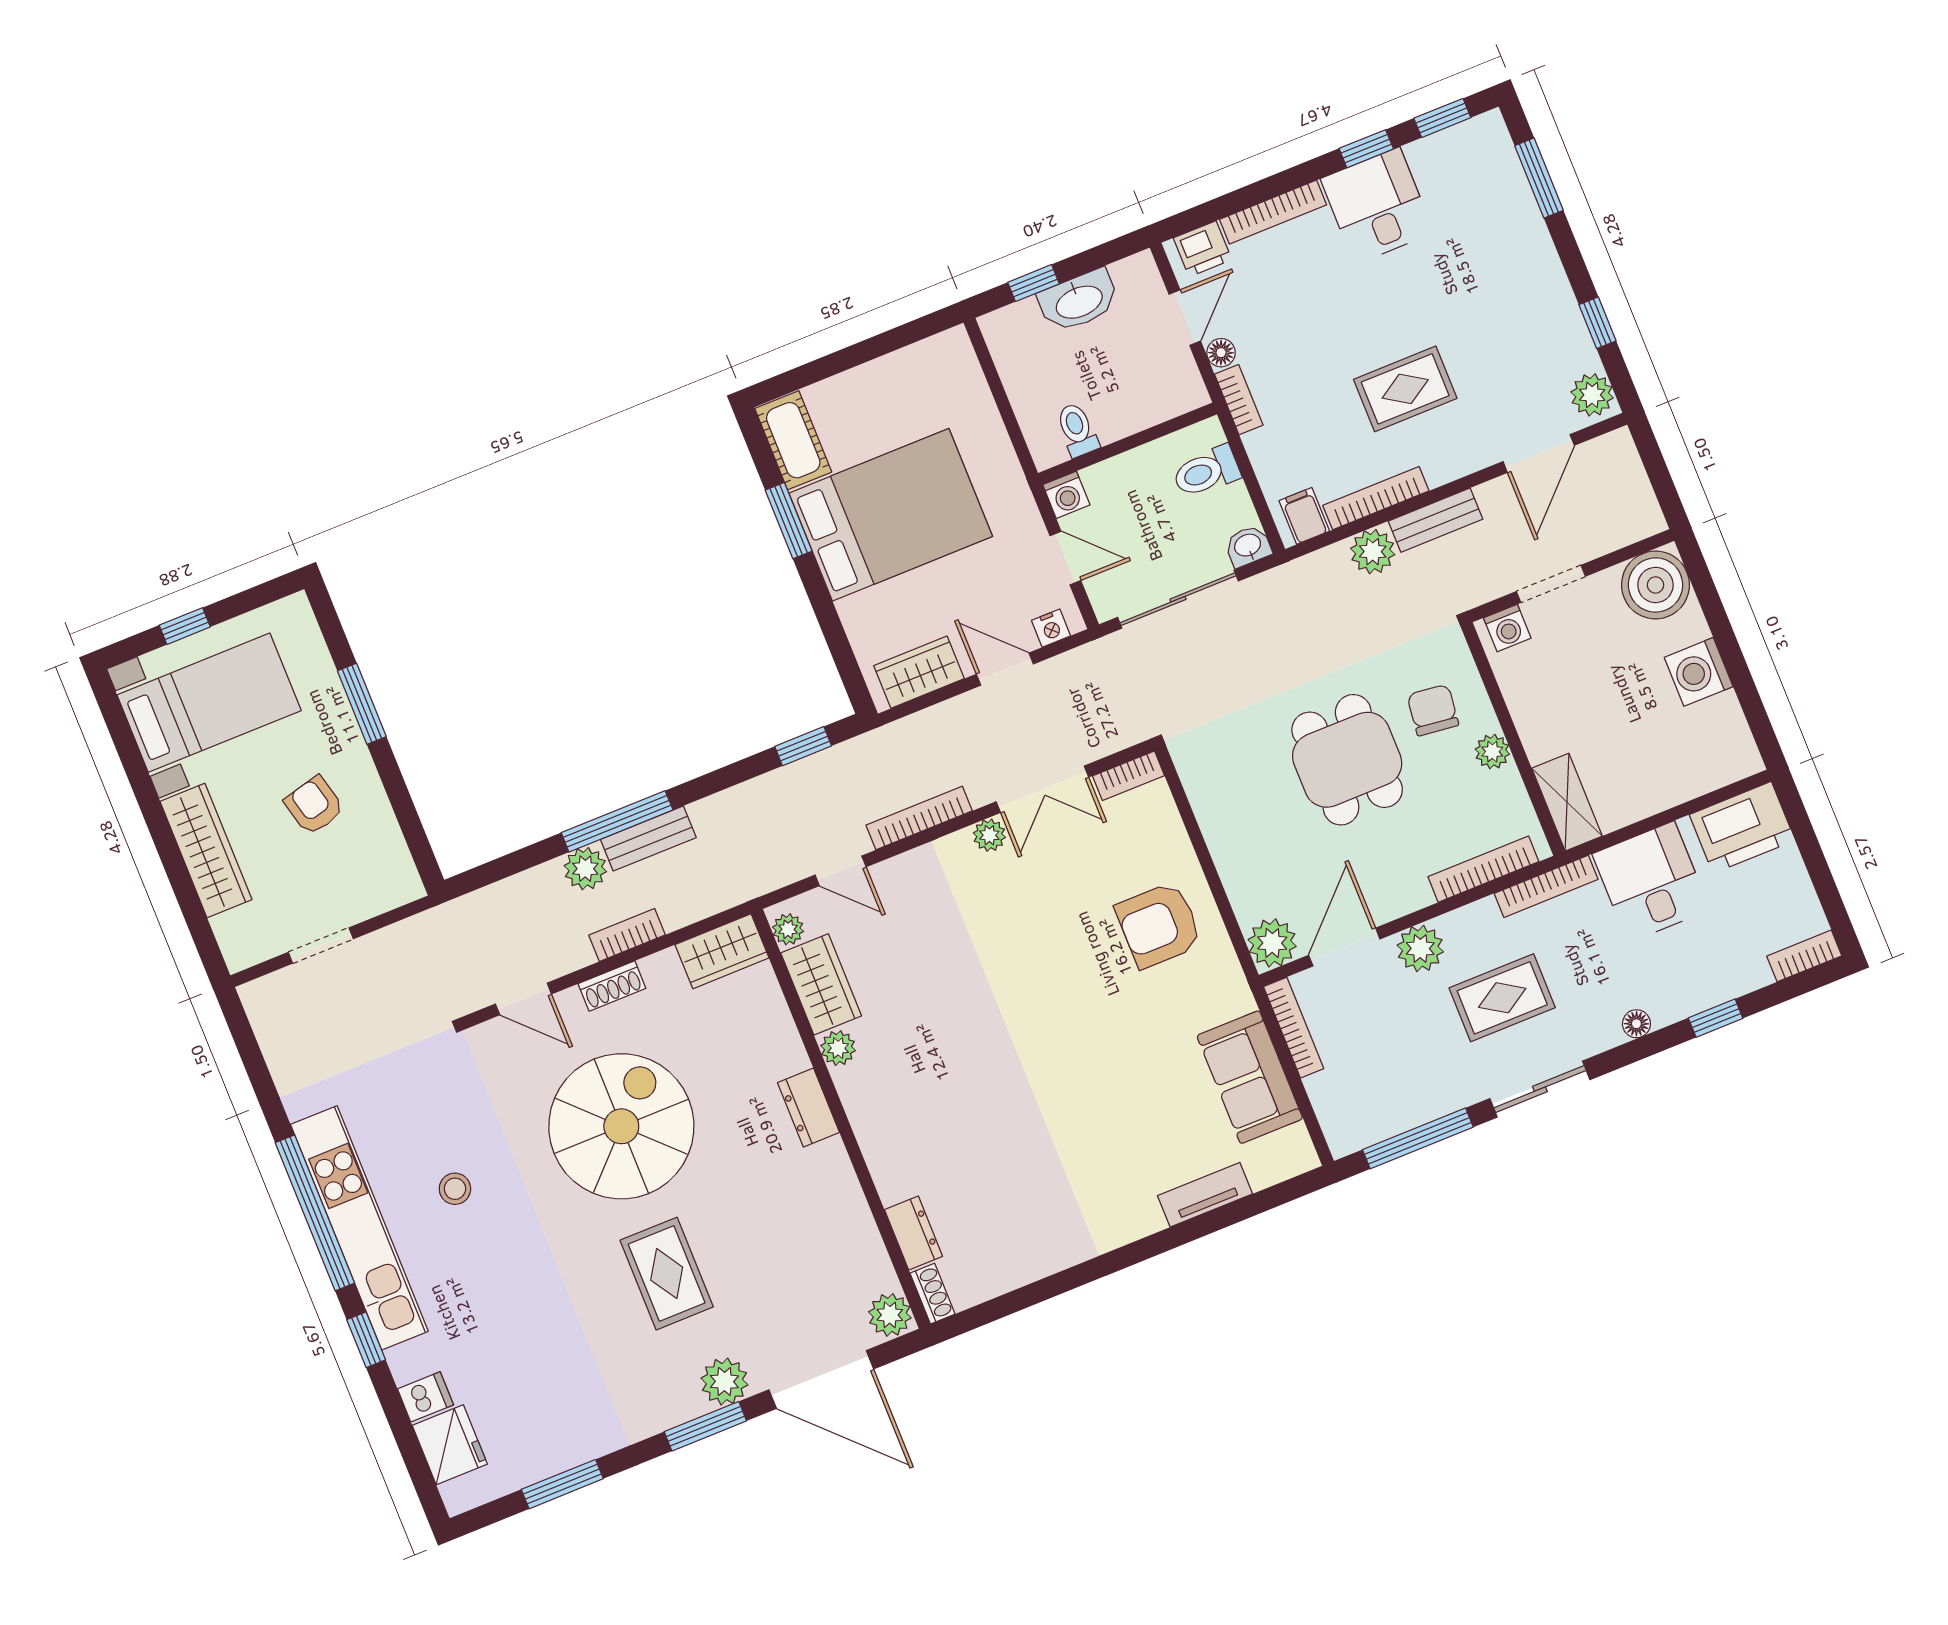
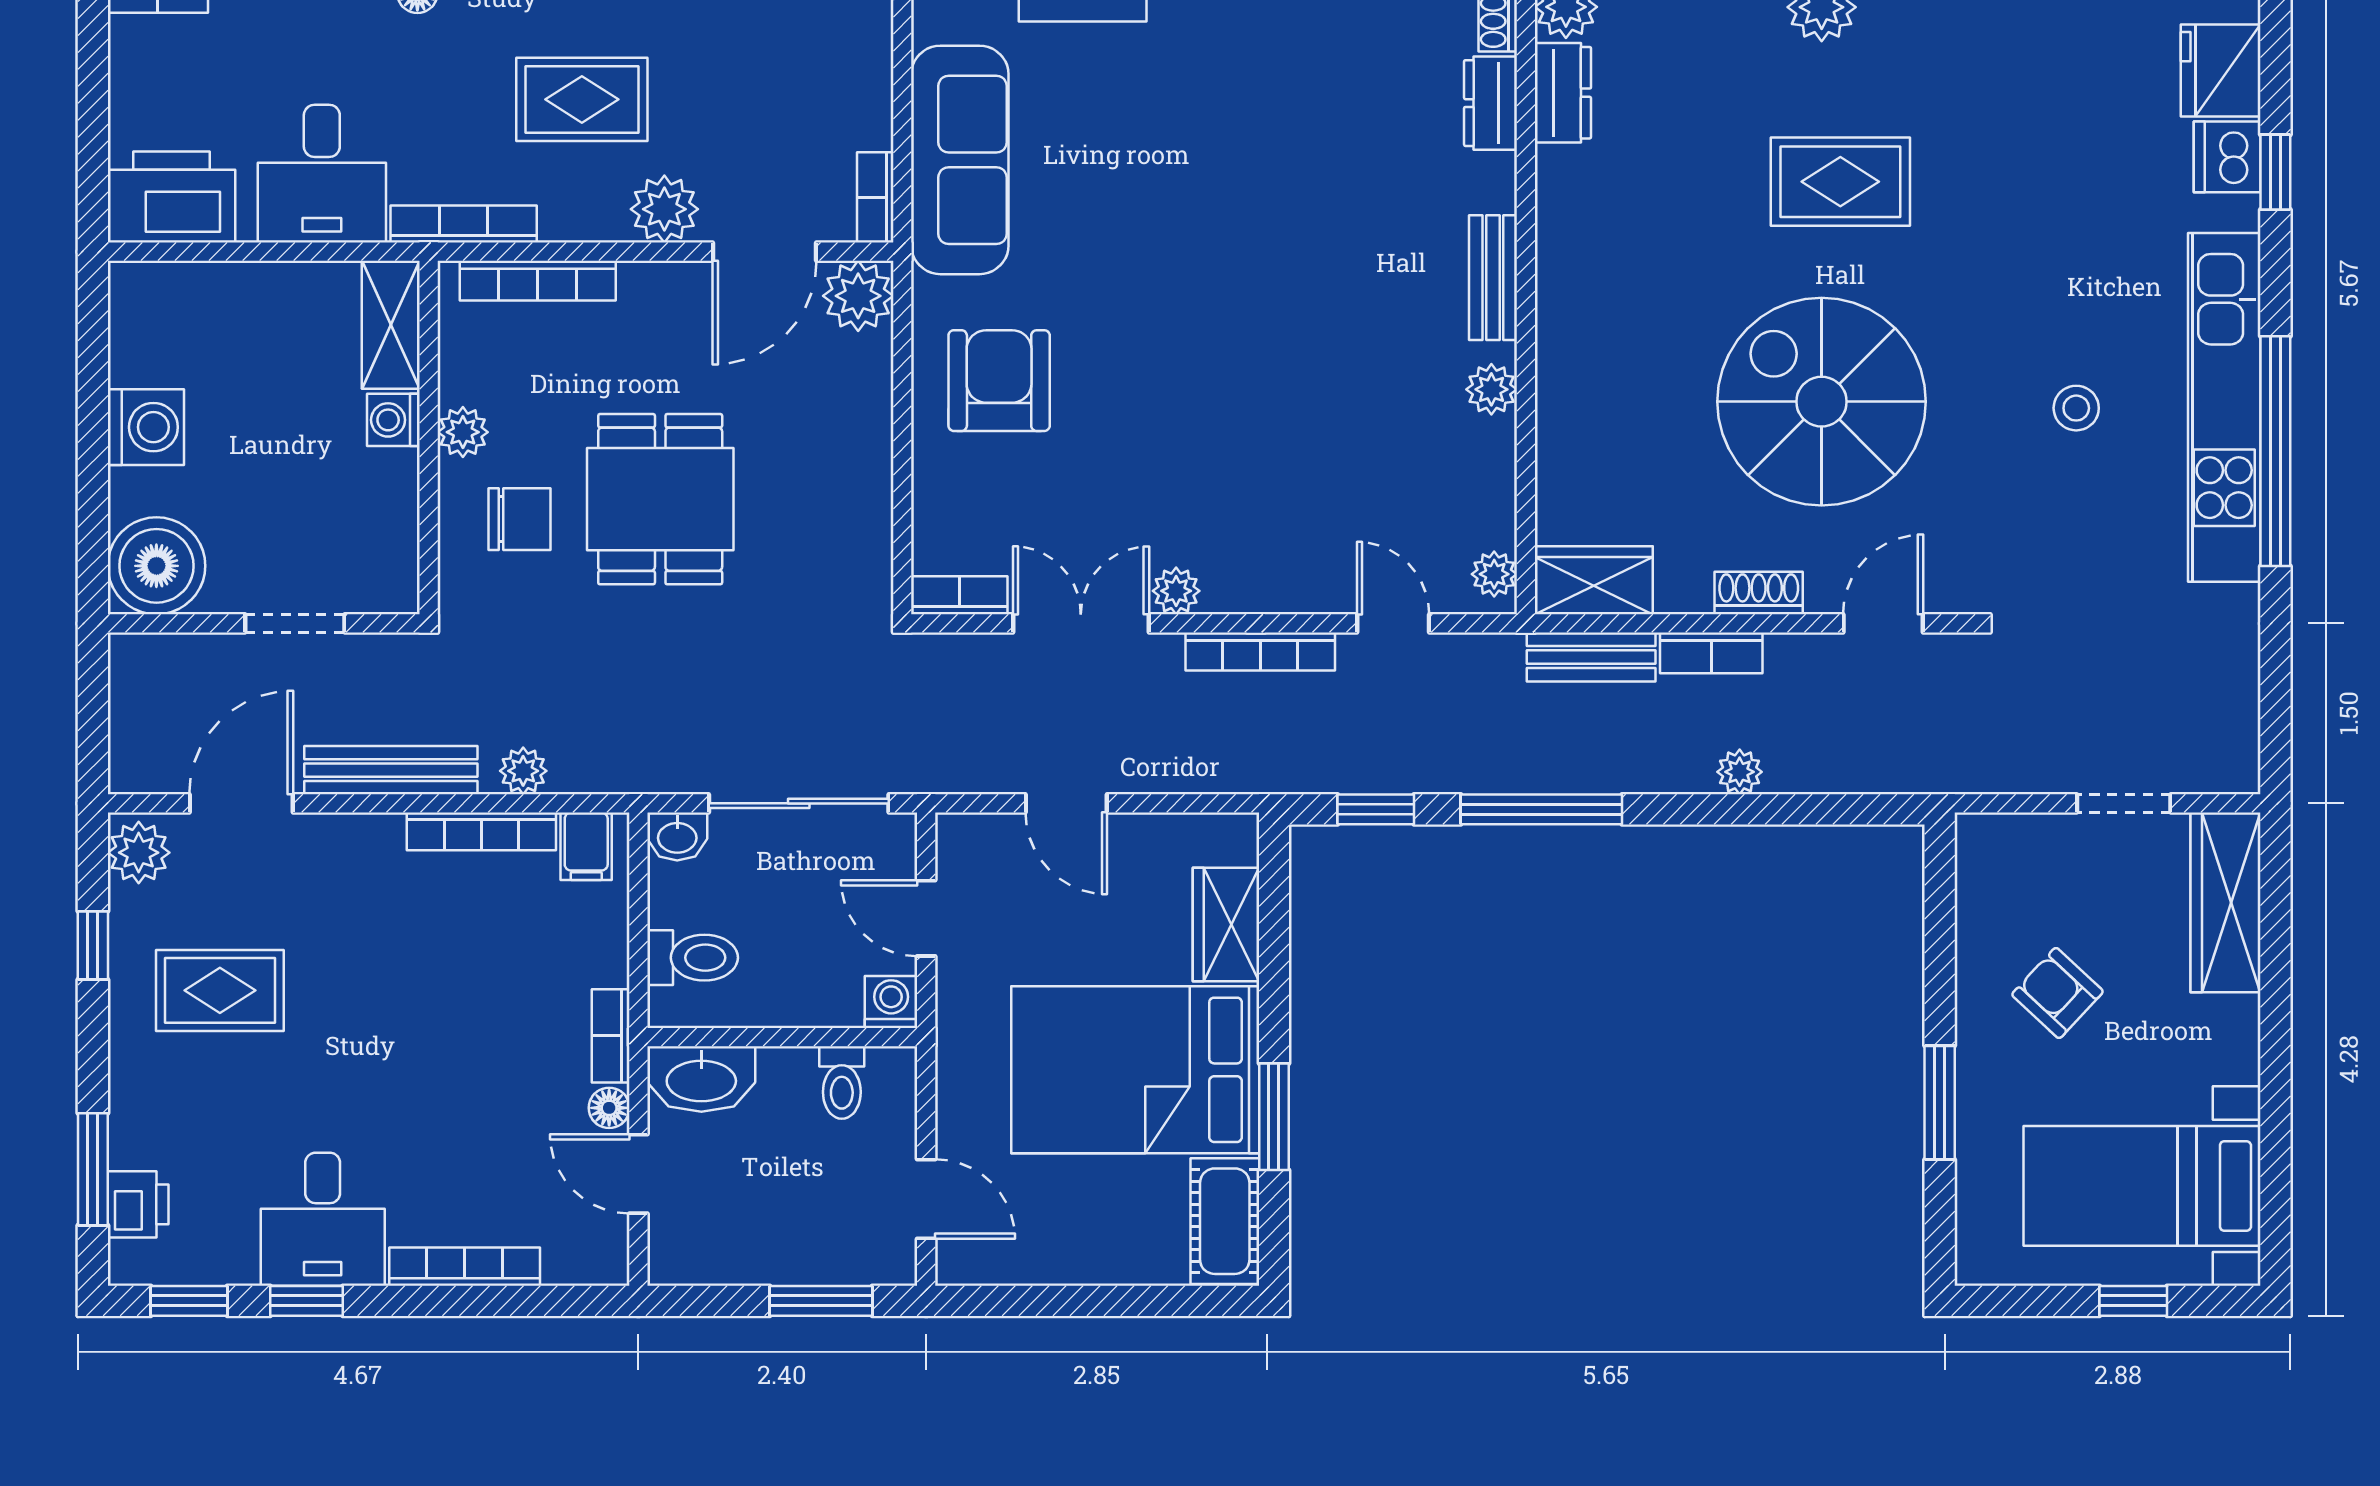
printer: (1203, 249) -> (138, 1204), moved, turned 90
window: (1033, 283) -> (821, 1301), width x1.50
washbasin: (1079, 301) -> (701, 1079), moved, turned 180
door: (1185, 318) -> (638, 1174), hinge flipped
door: (992, 377) -> (926, 1199), added
rug: (1405, 389) -> (220, 990), moved
bench: (1436, 520) -> (391, 770), width x1.36
plant: (1373, 552) -> (523, 771), width x0.73, depth x0.73
nightstand: (1051, 628) -> (983, 833), removed
washing machine: (1507, 628) -> (393, 420), moved, turned -90
wardrobe: (919, 672) -> (1226, 924), moved, turned 90
chair: (1433, 710) -> (520, 519), turned -97
armchair: (314, 805) -> (2057, 993), turned 147
window: (617, 821) -> (1541, 809), moved
bench: (648, 838) -> (1591, 657), moved
wardrobe: (206, 851) -> (2225, 902), moved
plant: (585, 869) -> (1740, 772), width x0.73, depth x0.73
armchair: (1159, 925) -> (999, 381), turned -90
wardrobe: (821, 984) -> (1480, 483), removed
door: (523, 999) -> (1883, 623), hinge flipped
bookcase: (1294, 1028) -> (875, 197), width x0.64
sofa: (1250, 1077) -> (960, 160), width x1.36
dresser: (808, 1108) -> (1563, 93), moved
bench: (866, 1121) -> (1493, 278), added
spiral stairs: (621, 1126) -> (1822, 402), turned 90
rug: (667, 1274) -> (1840, 182), turned 90
window: (366, 1340) -> (2275, 172), moved
dishwasher: (425, 1397) -> (2227, 157), width x1.38

